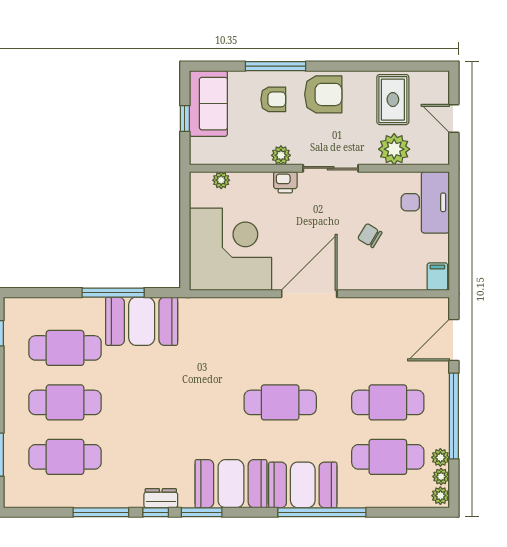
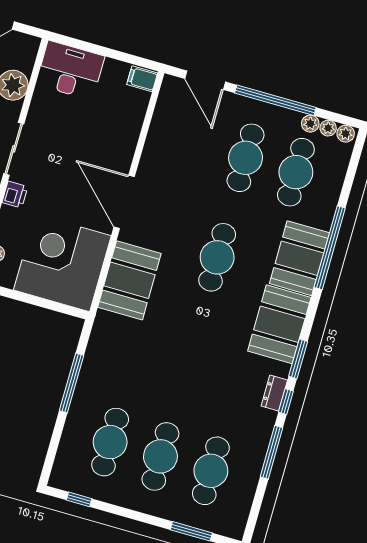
chair: (370, 236) -> (86, 130), removed
booth: (142, 321) -> (129, 280), moved

